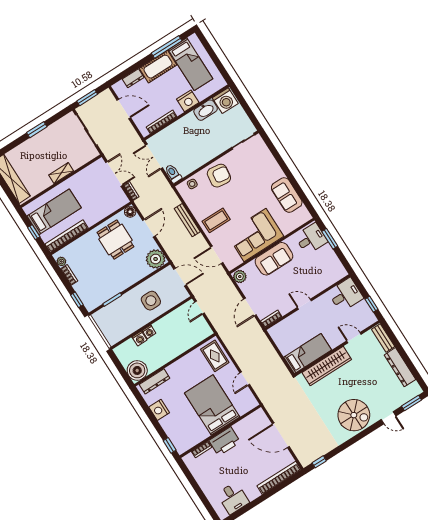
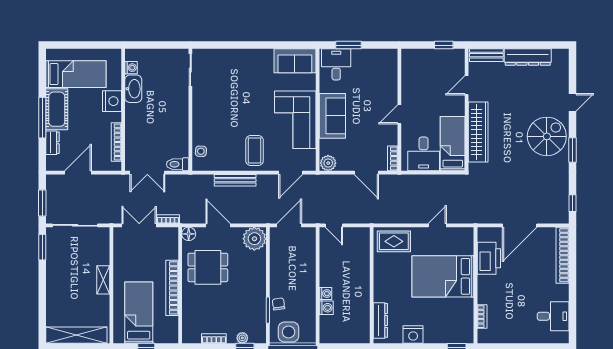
window: (167, 47) -> (42, 118), moved
washing machine: (225, 101) -> (131, 68), width x0.53, depth x0.53
window: (37, 130) -> (42, 247), moved
armchair: (219, 176) -> (210, 118), removed
sofa: (287, 195) -> (295, 61), moved
bookcase: (67, 236) -> (172, 288), moved
plant: (61, 261) -> (242, 338), moved
desk: (346, 295) -> (424, 154), moved, turned 180
side table: (151, 301) -> (289, 332), moved
chair: (121, 304) -> (278, 304), added
boiler: (137, 370) -> (358, 331), removed
door: (245, 379) -> (437, 225), swing flipped
window: (412, 403) -> (572, 150), moved
printer: (225, 441) -> (489, 258), moved

